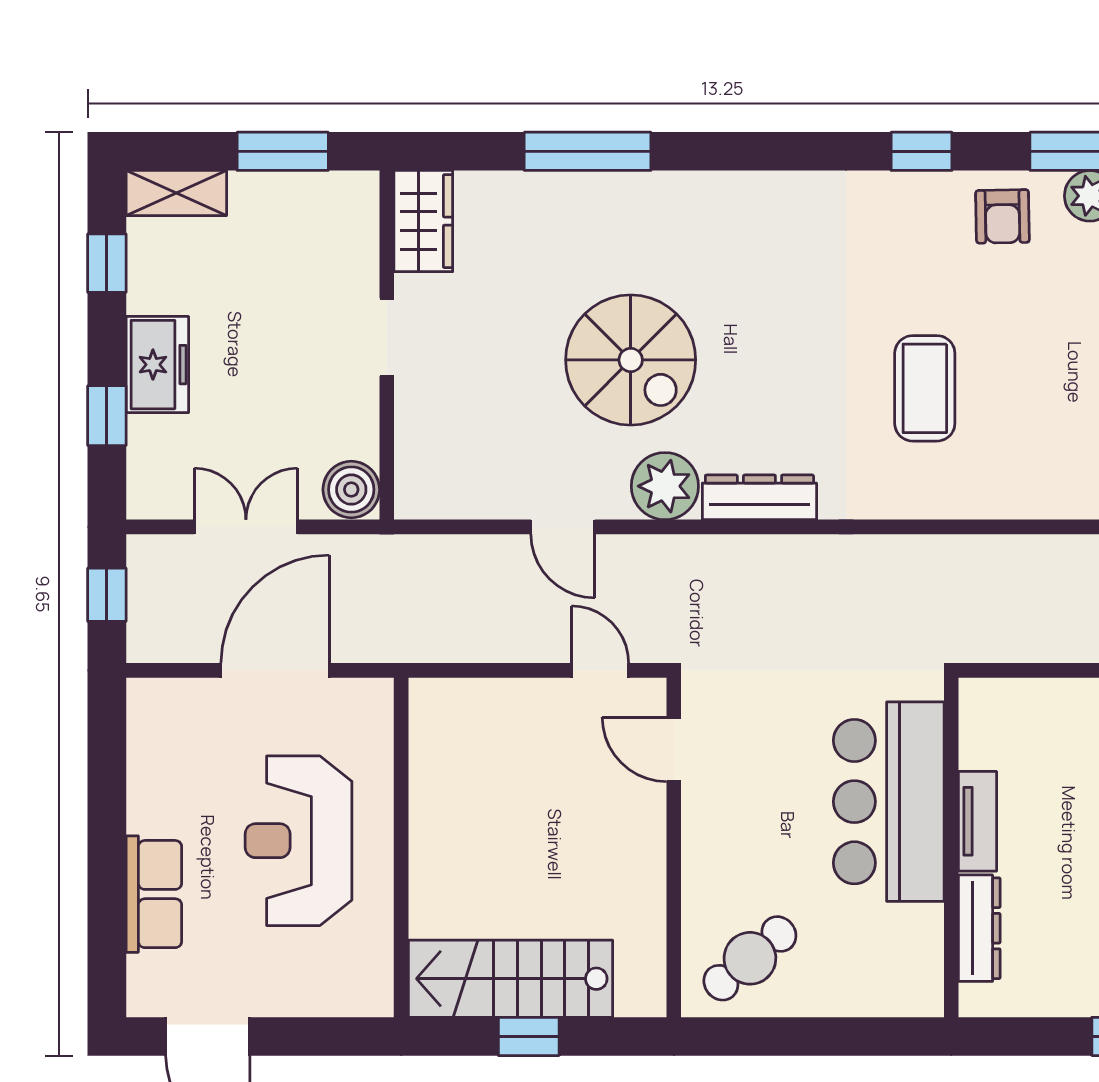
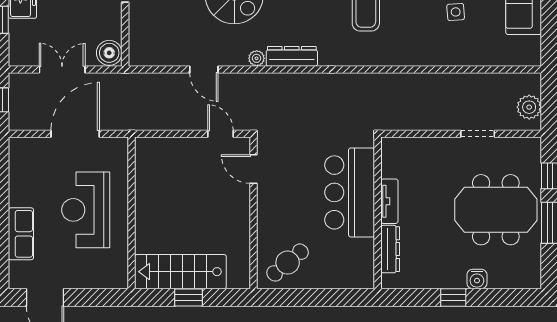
plant: (665, 486) -> (257, 58), width x0.53, depth x0.53

